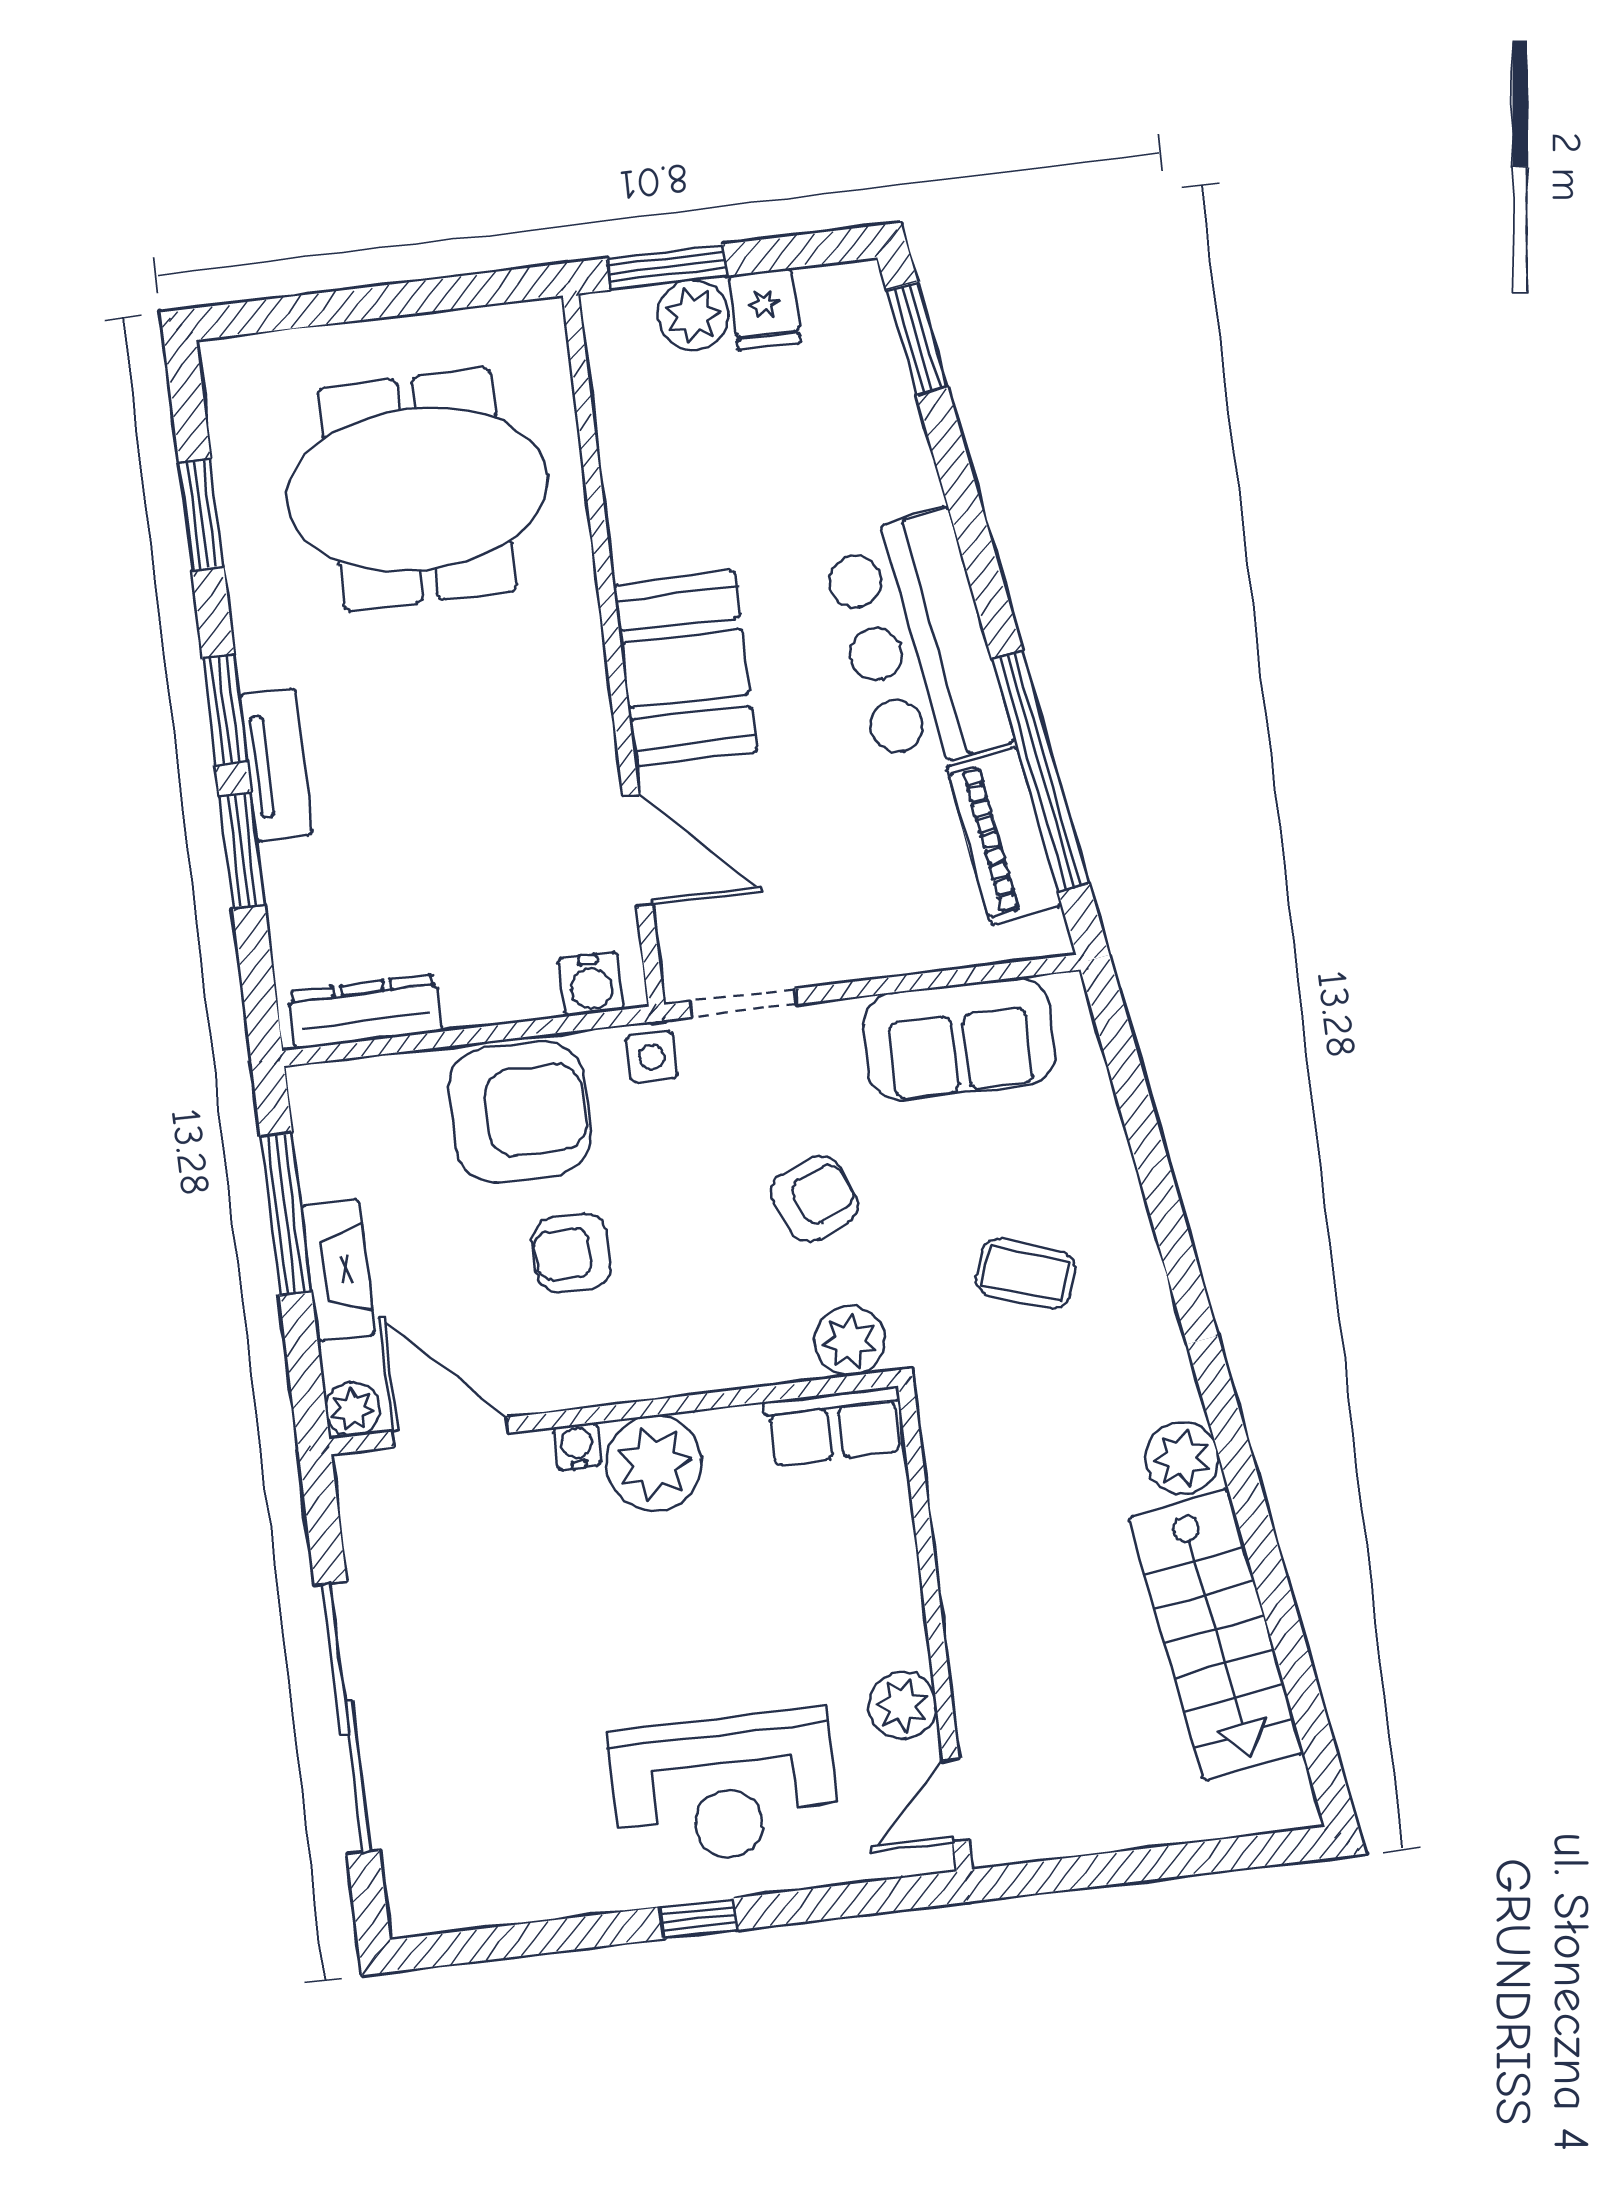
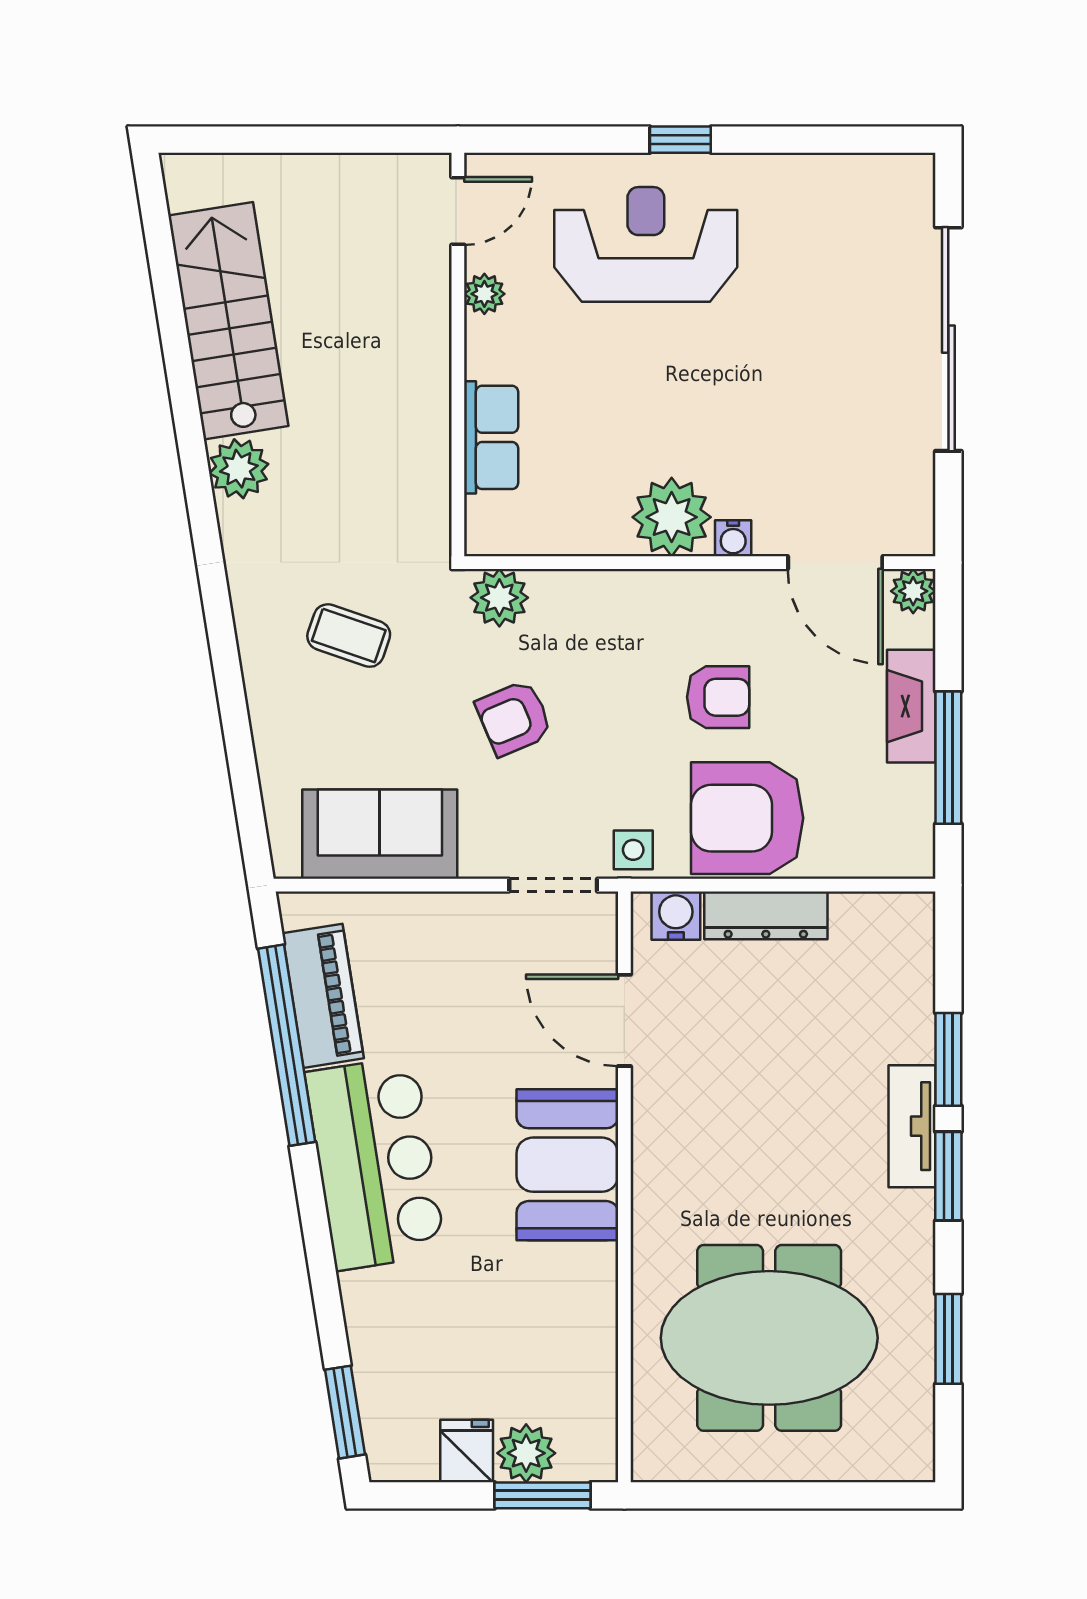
dresser: (365, 1012) -> (766, 915), moved
row of seats: (834, 1426) -> (491, 437), moved, turned 90
plant: (903, 1706) -> (484, 294), width x0.73, depth x0.73

